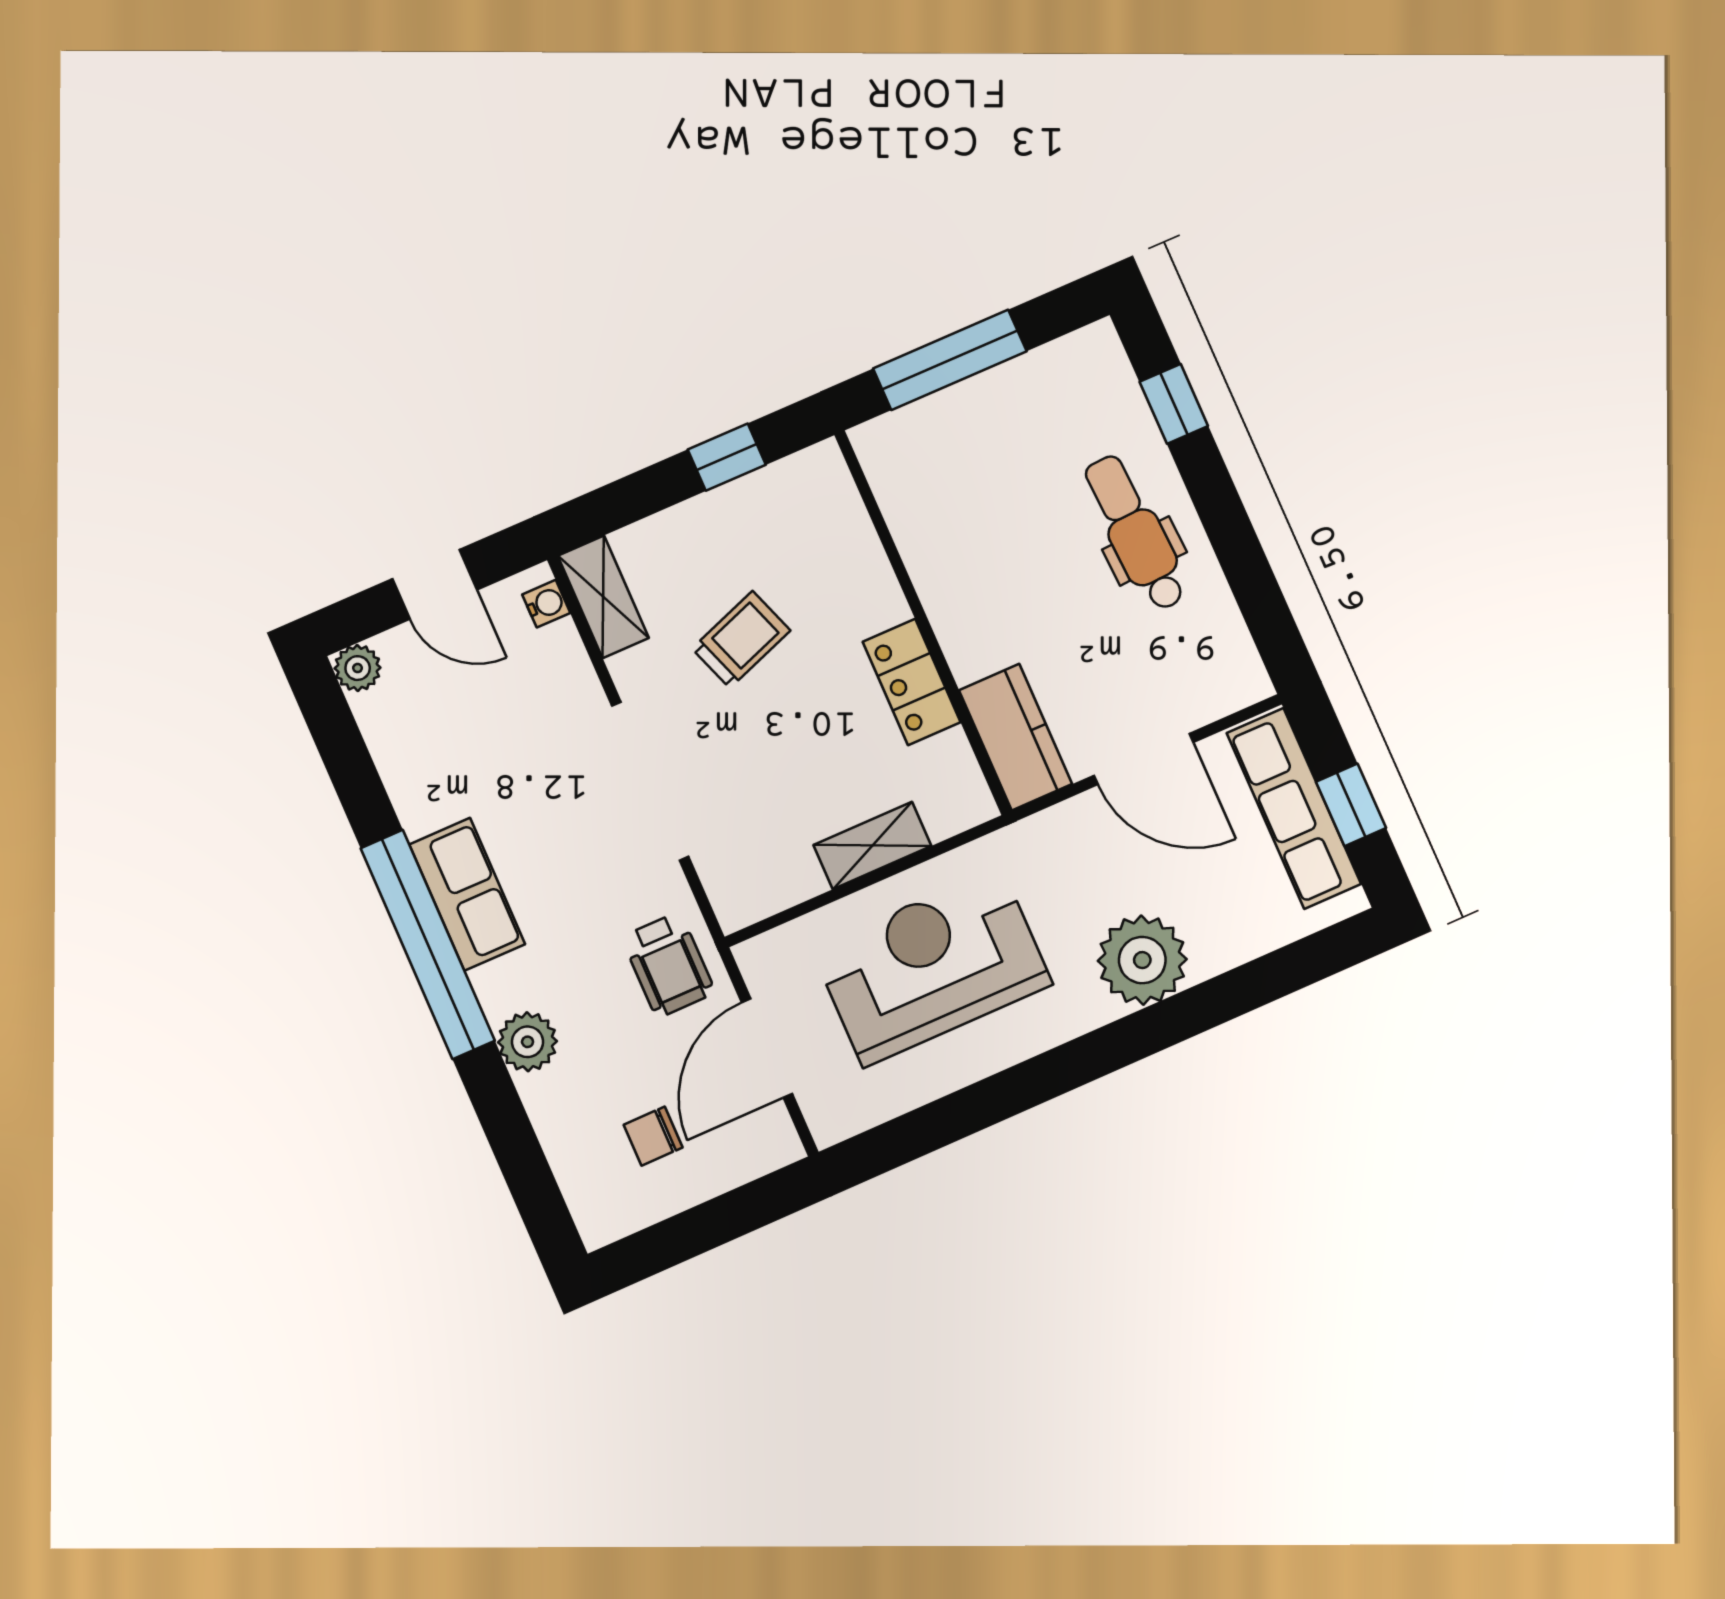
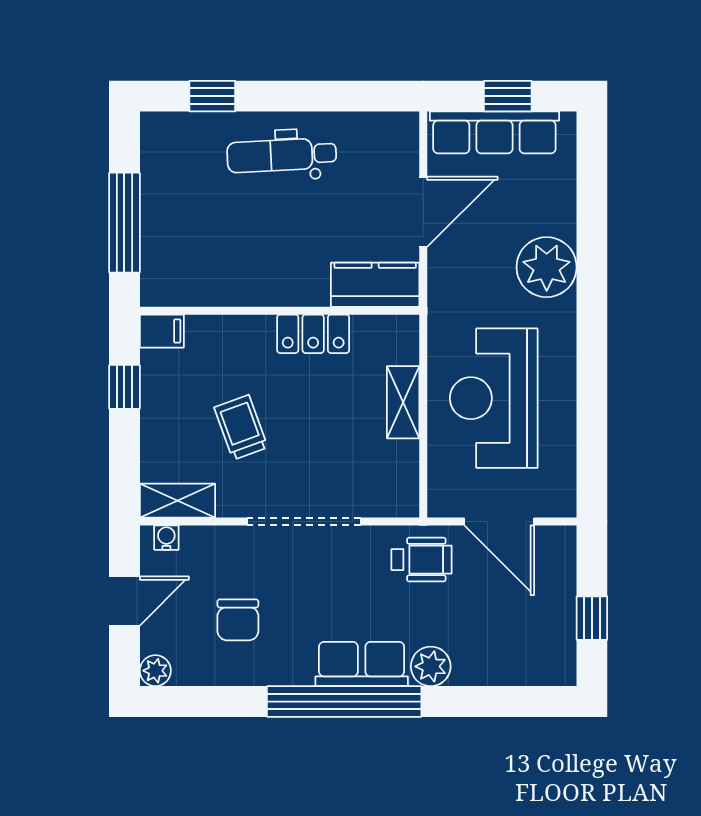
filing cabinet: (825, 475) -> (162, 331), added
row of seats: (467, 894) -> (362, 664), moved
chair: (653, 1136) -> (238, 620), moved, width x1.37, depth x1.37
window: (690, 1234) -> (592, 618), added

